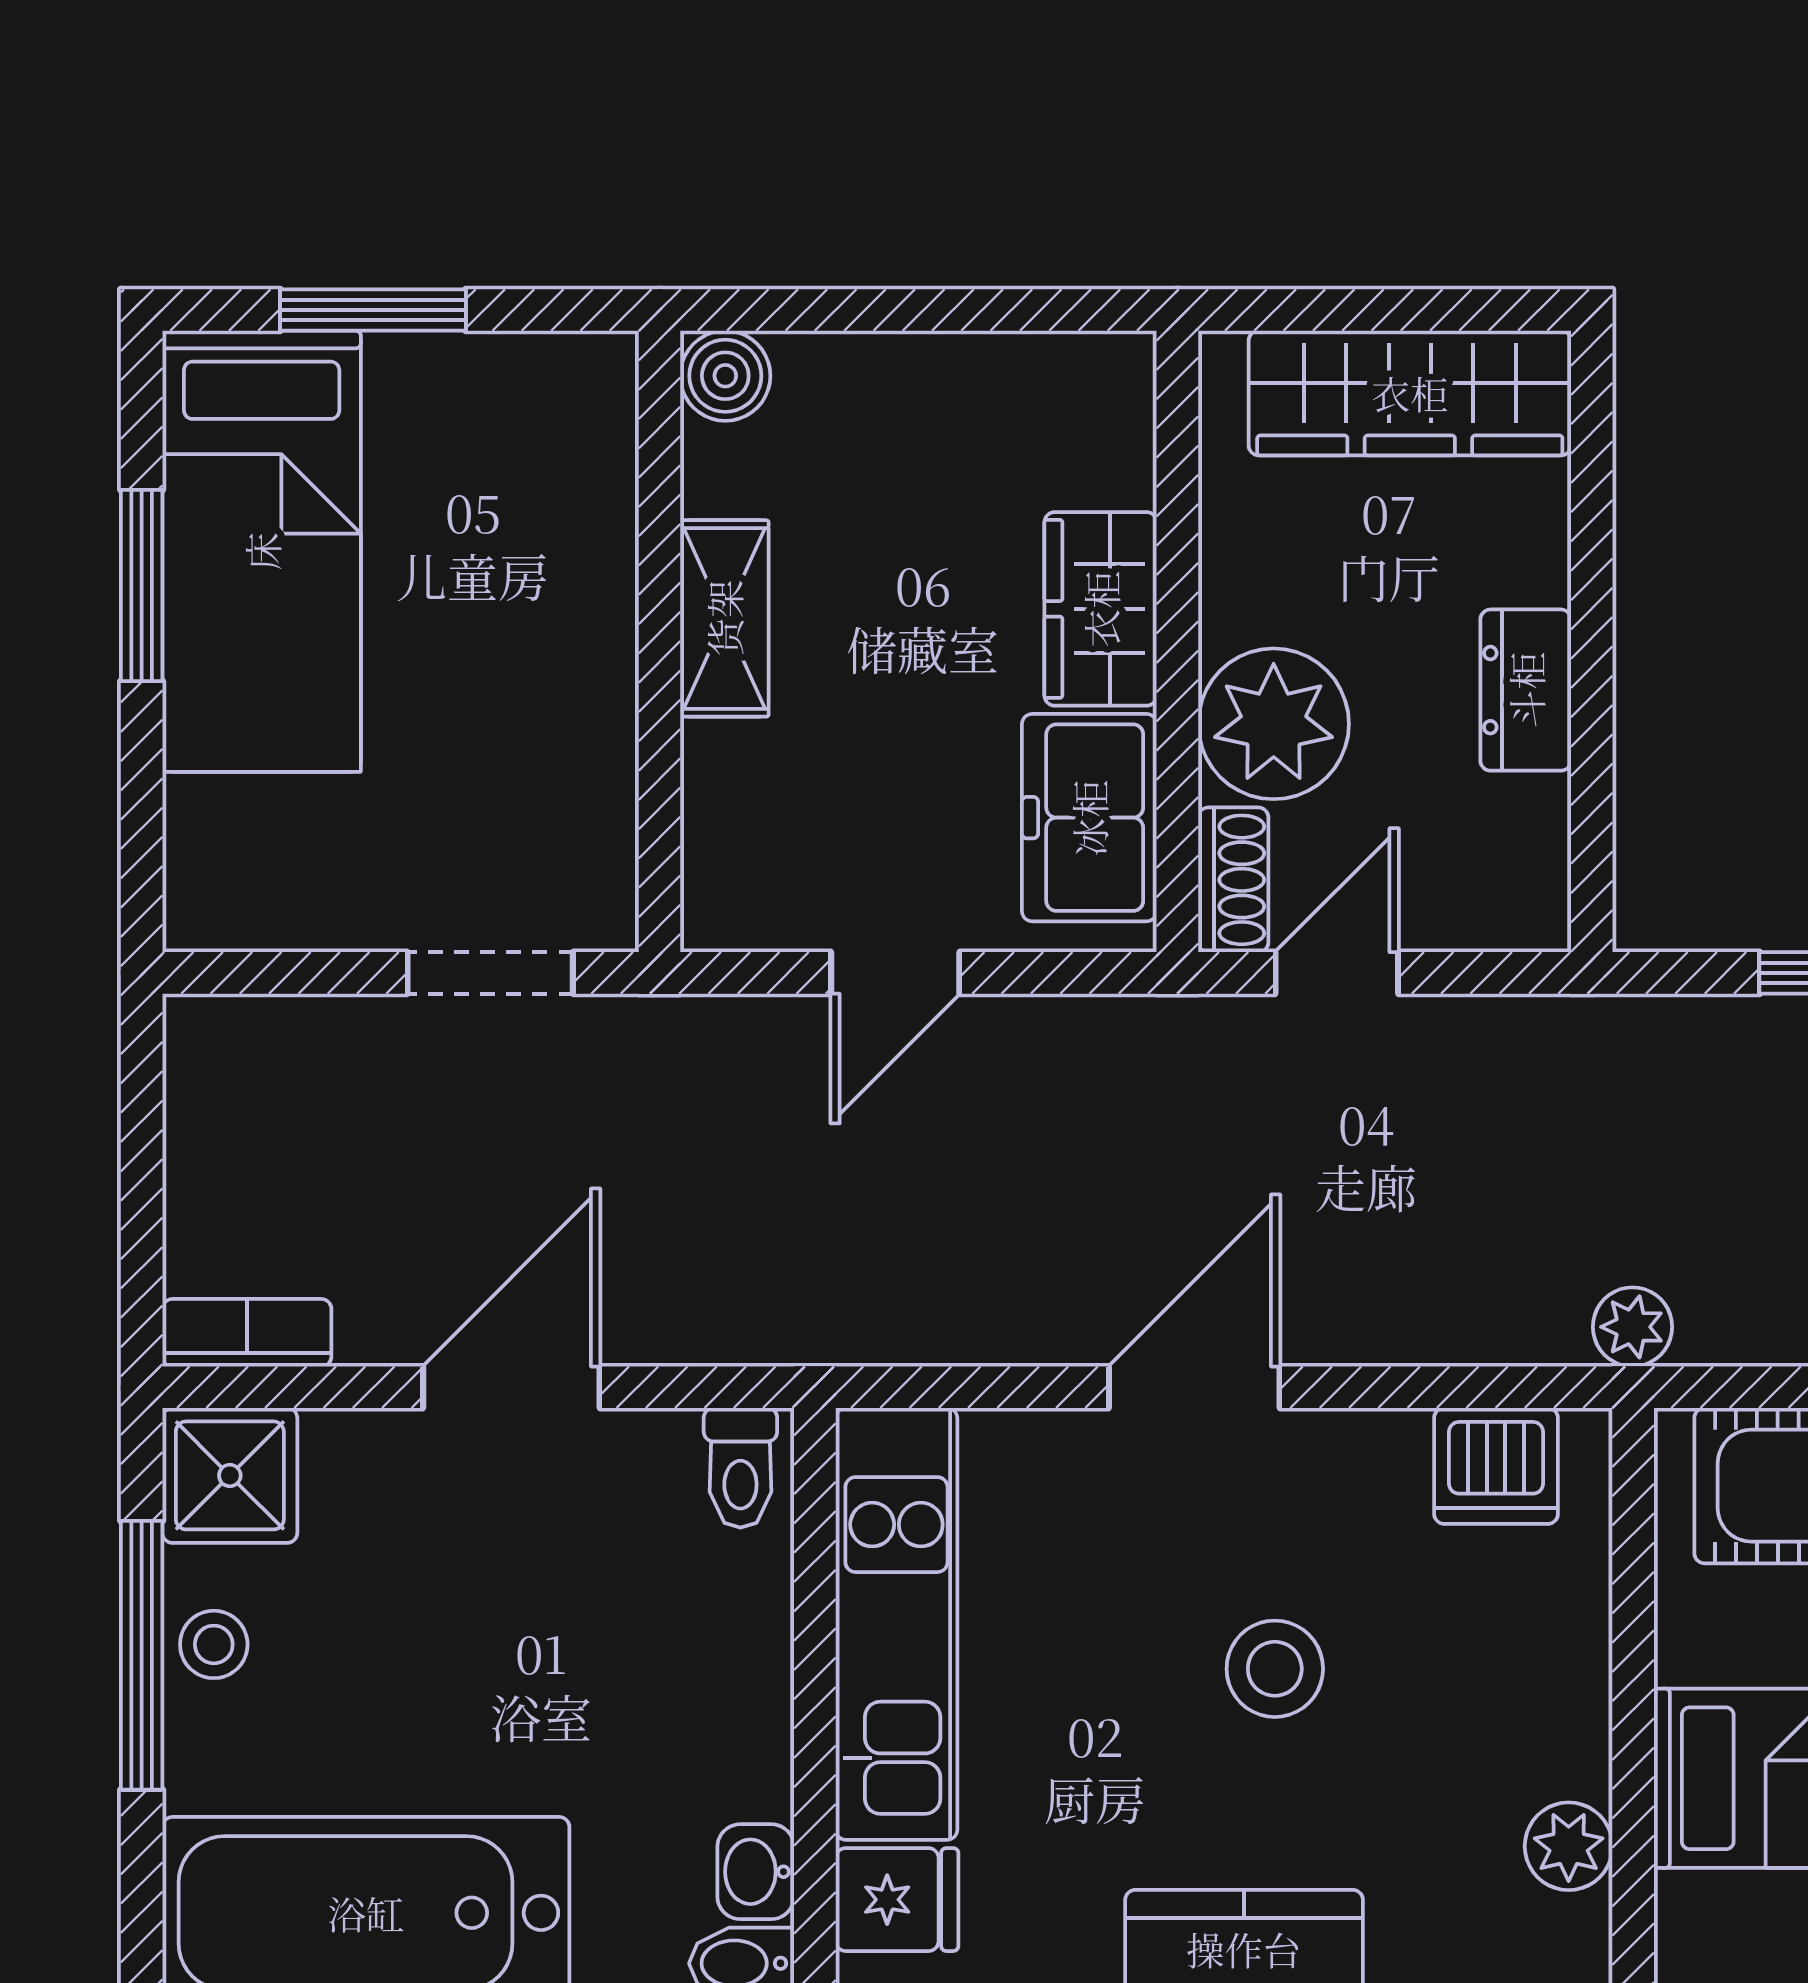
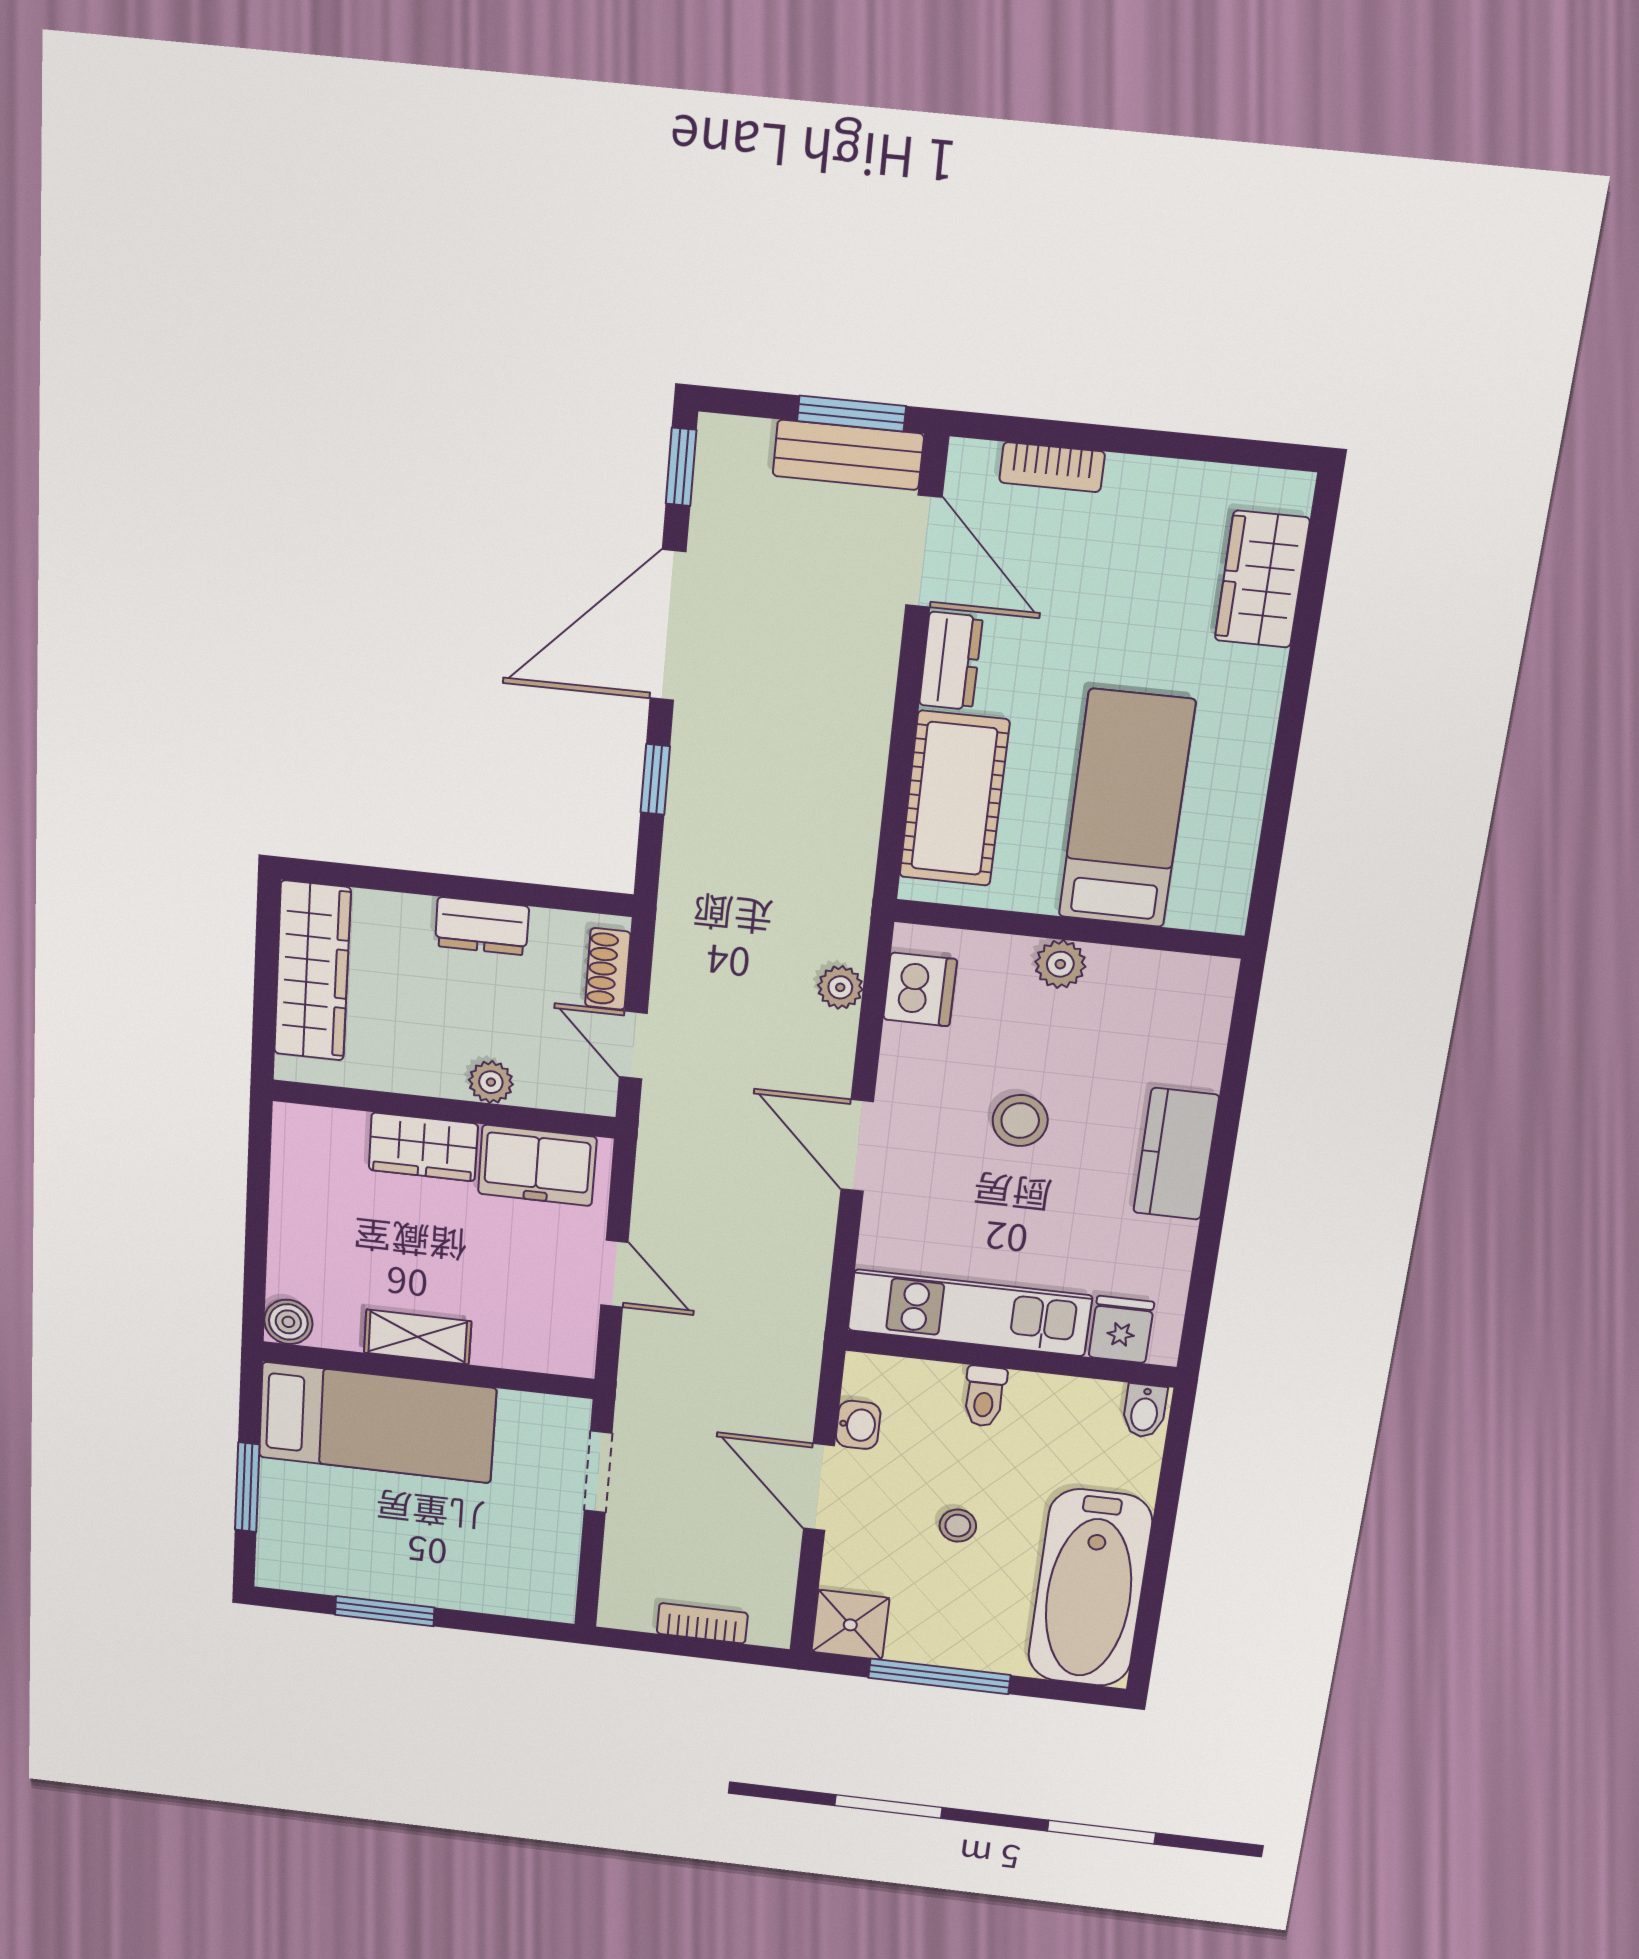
bed: (262, 551) -> (377, 1423), moved
plant: (1274, 724) -> (491, 1082), width x0.53, depth x0.53
shoe rack: (1233, 880) -> (608, 969), moved, turned -90
plant: (1632, 1327) -> (840, 987), moved
bookcase: (247, 1333) -> (702, 1623), moved, turned 90
toilet: (740, 1468) -> (984, 1396), moved, turned 90
stool: (214, 1644) -> (958, 1526), moved
plant: (1569, 1846) -> (1060, 964), moved
washbasin: (756, 1872) -> (858, 1425), moved, turned -90

